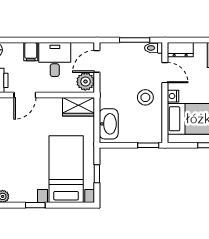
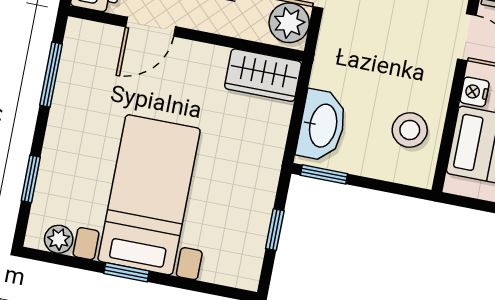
stool: (145, 97) -> (410, 130), moved
window: (148, 145) -> (324, 174), moved
bed with nightstands: (66, 169) -> (149, 195), moved

